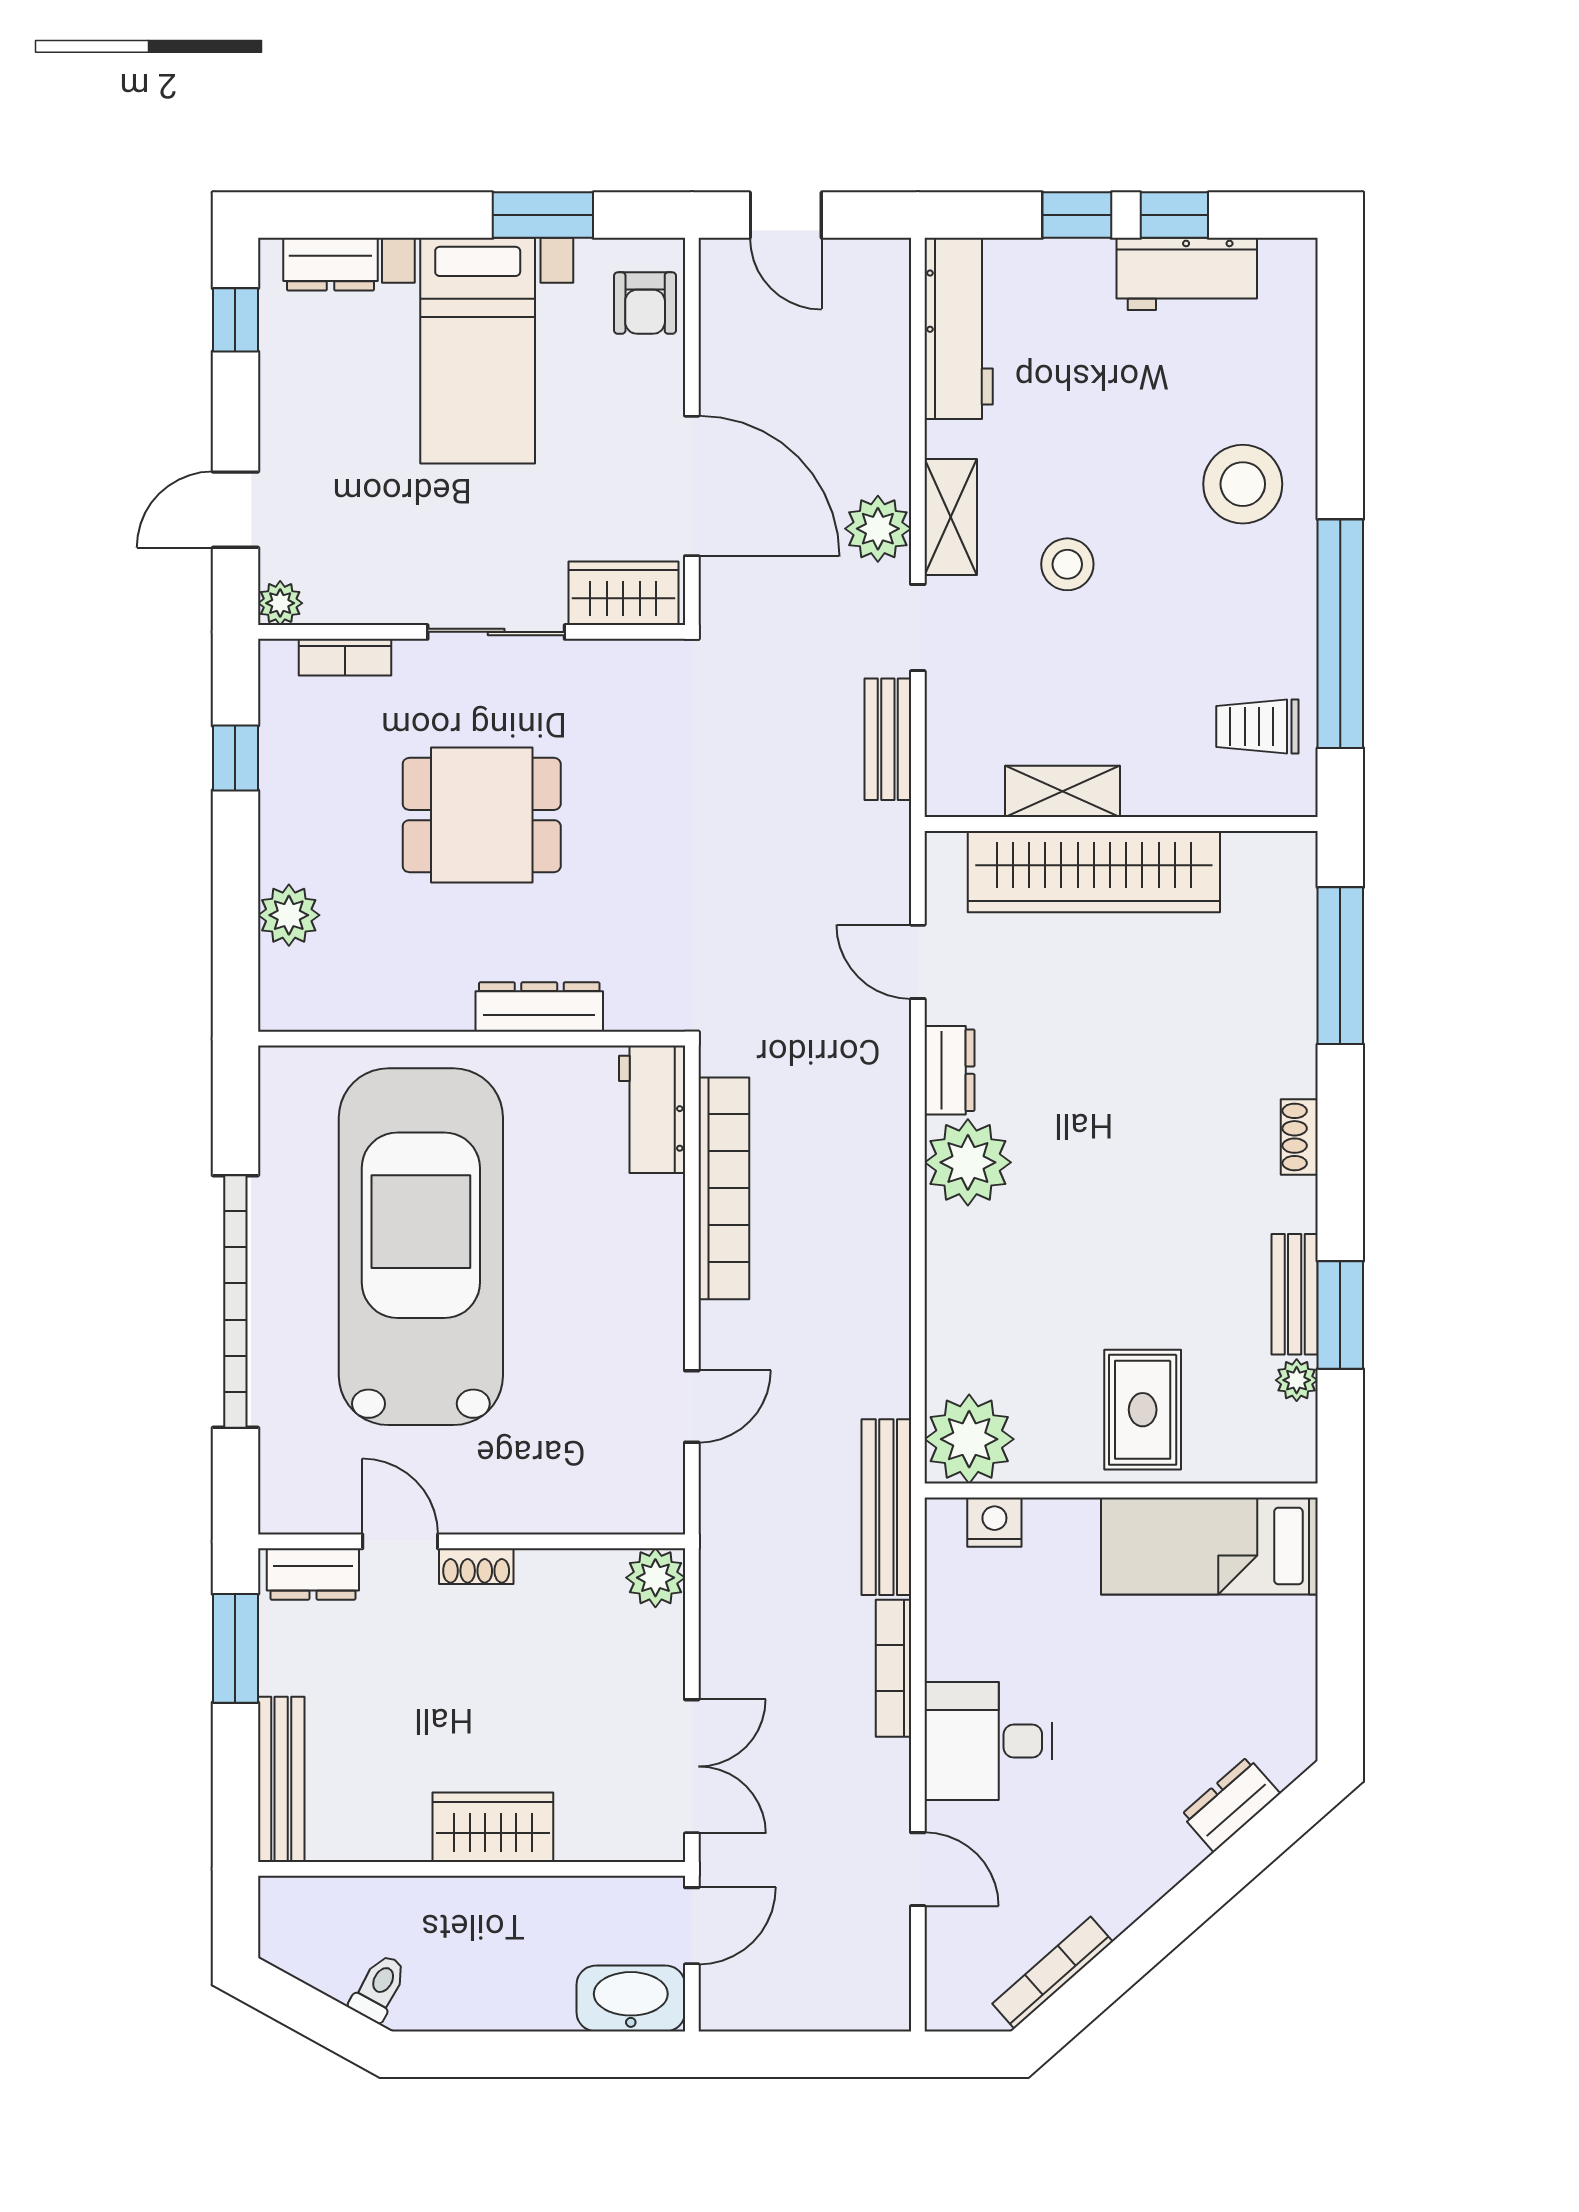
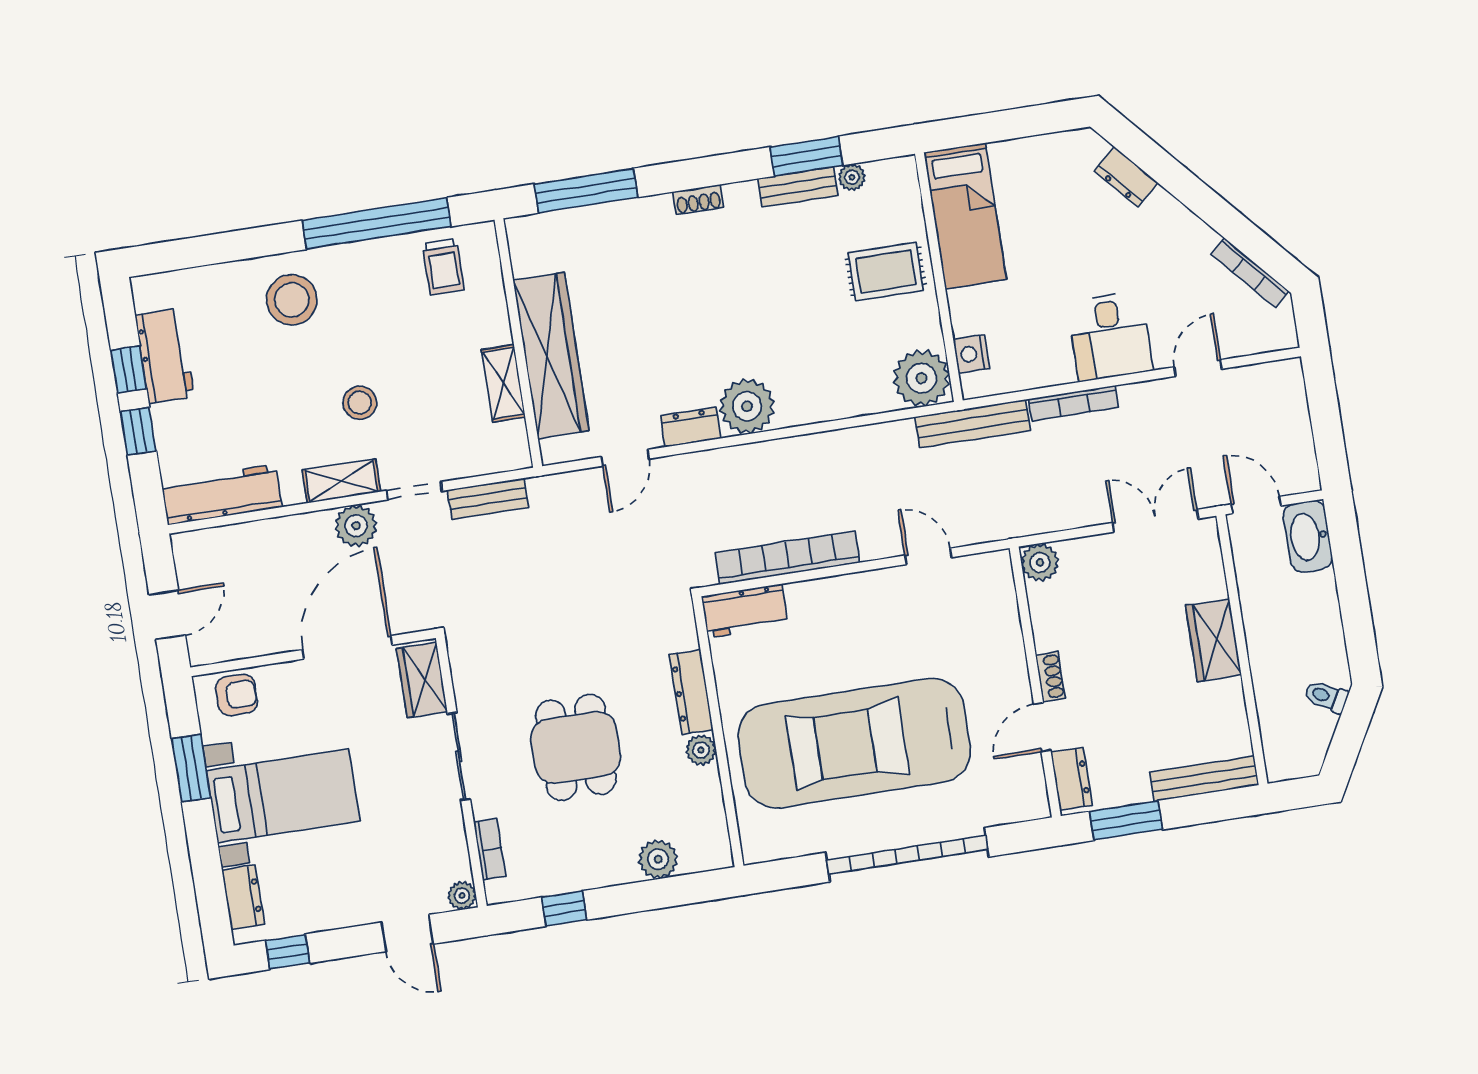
plant: (447, 1008) -> (701, 750), added

